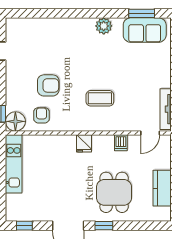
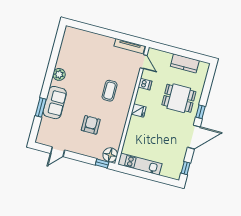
window: (142, 13) -> (41, 107), moved
sofa: (145, 30) -> (55, 103), moved
armchair: (42, 115) -> (111, 135), removed

